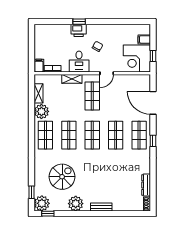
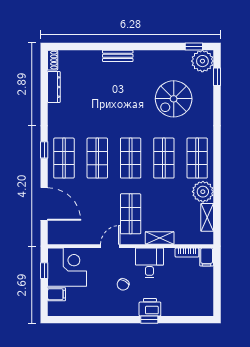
plant: (76, 204) -> (154, 61), removed

